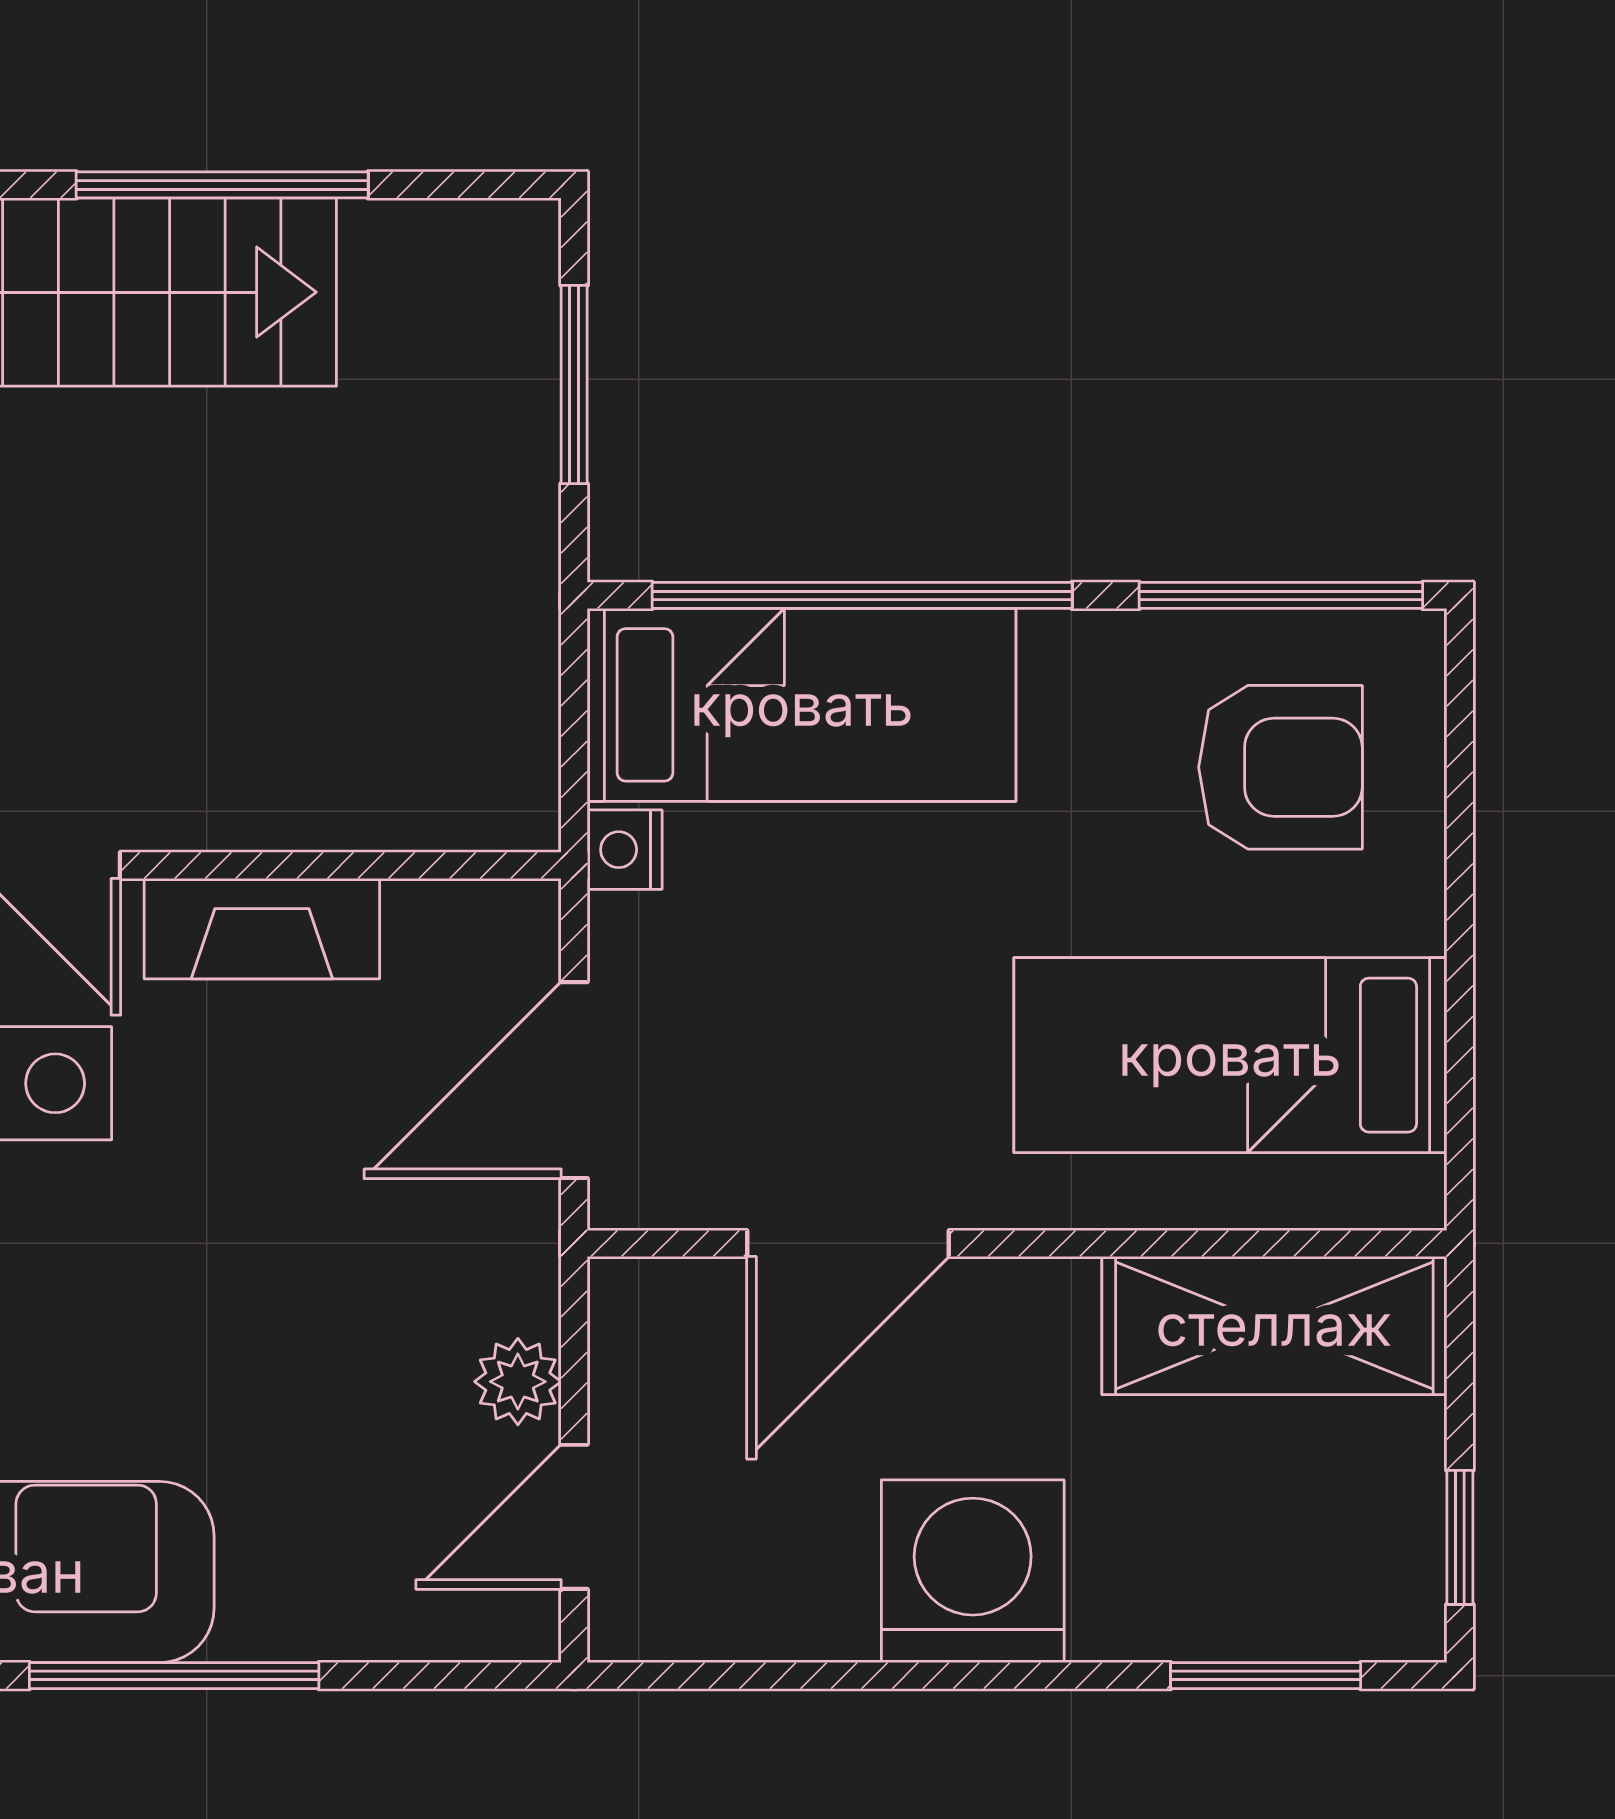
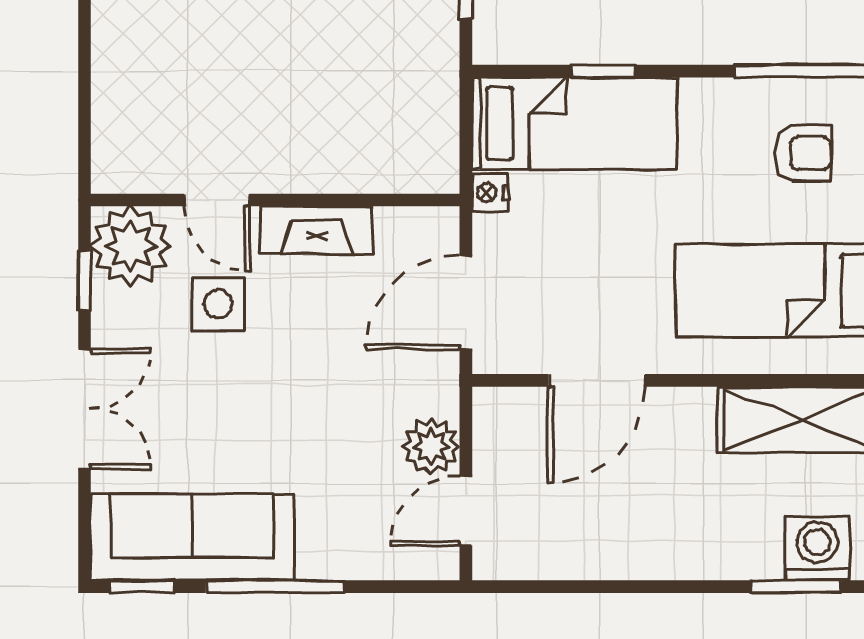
window: (862, 595) -> (603, 71), width x0.32
armchair: (1281, 767) -> (803, 153), width x0.72, depth x0.72
plant: (518, 1382) -> (431, 446), width x1.38, depth x1.38
washing machine: (973, 1571) -> (817, 549), moved, width x0.73, depth x0.73

